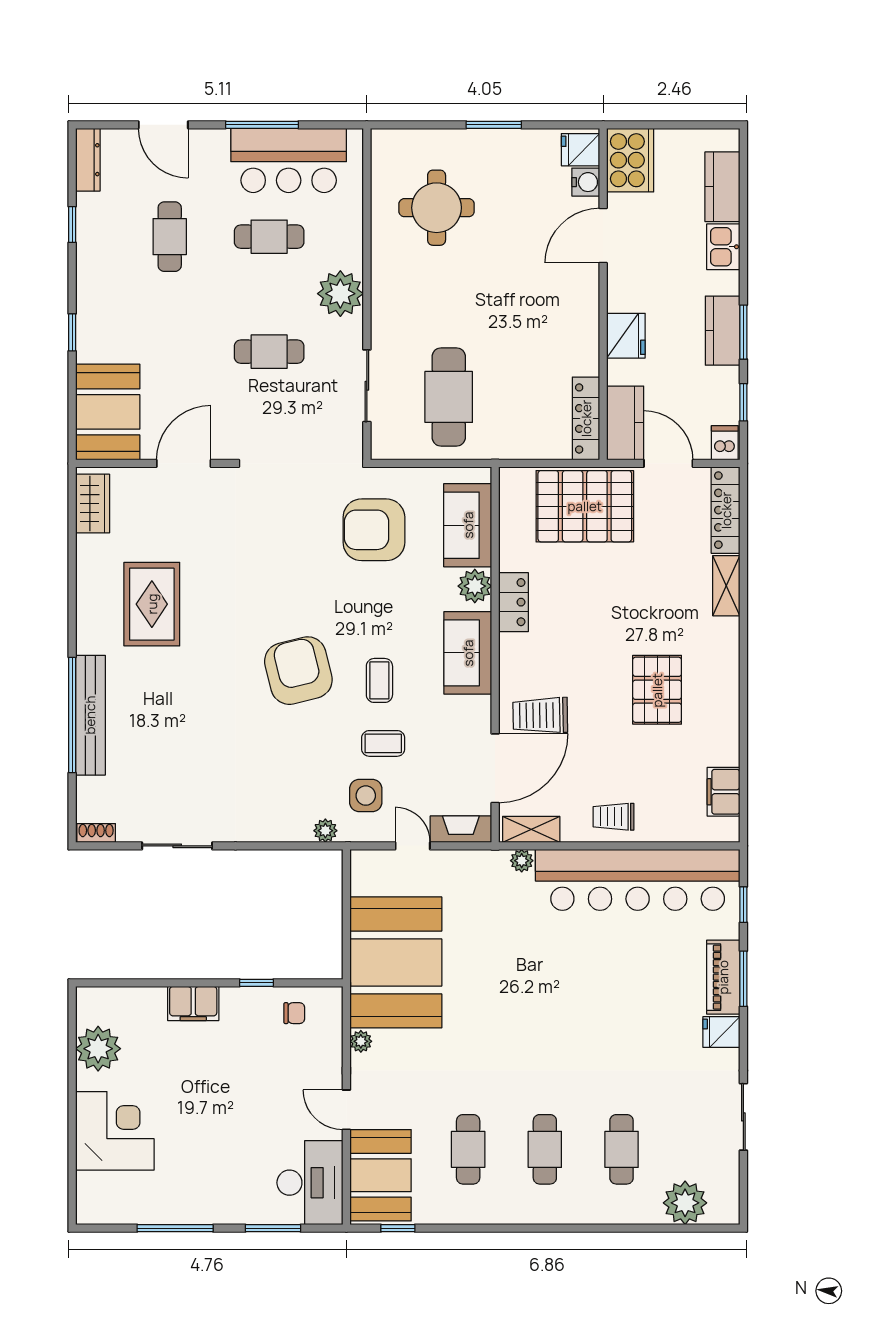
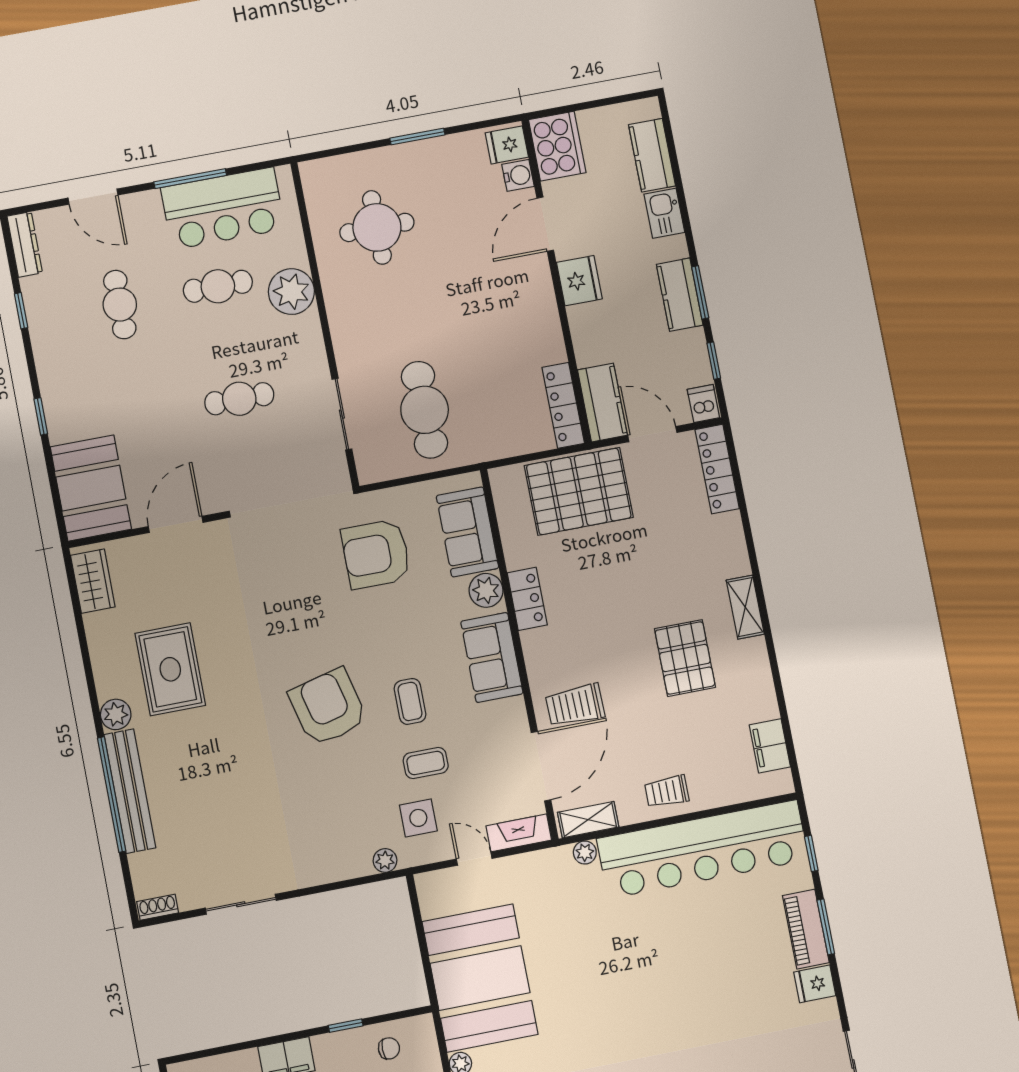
plant: (340, 294) -> (291, 292), moved
fridge: (626, 336) -> (579, 281), moved
shelving: (726, 586) -> (745, 607), moved
plant: (91, 638) -> (116, 714), added

